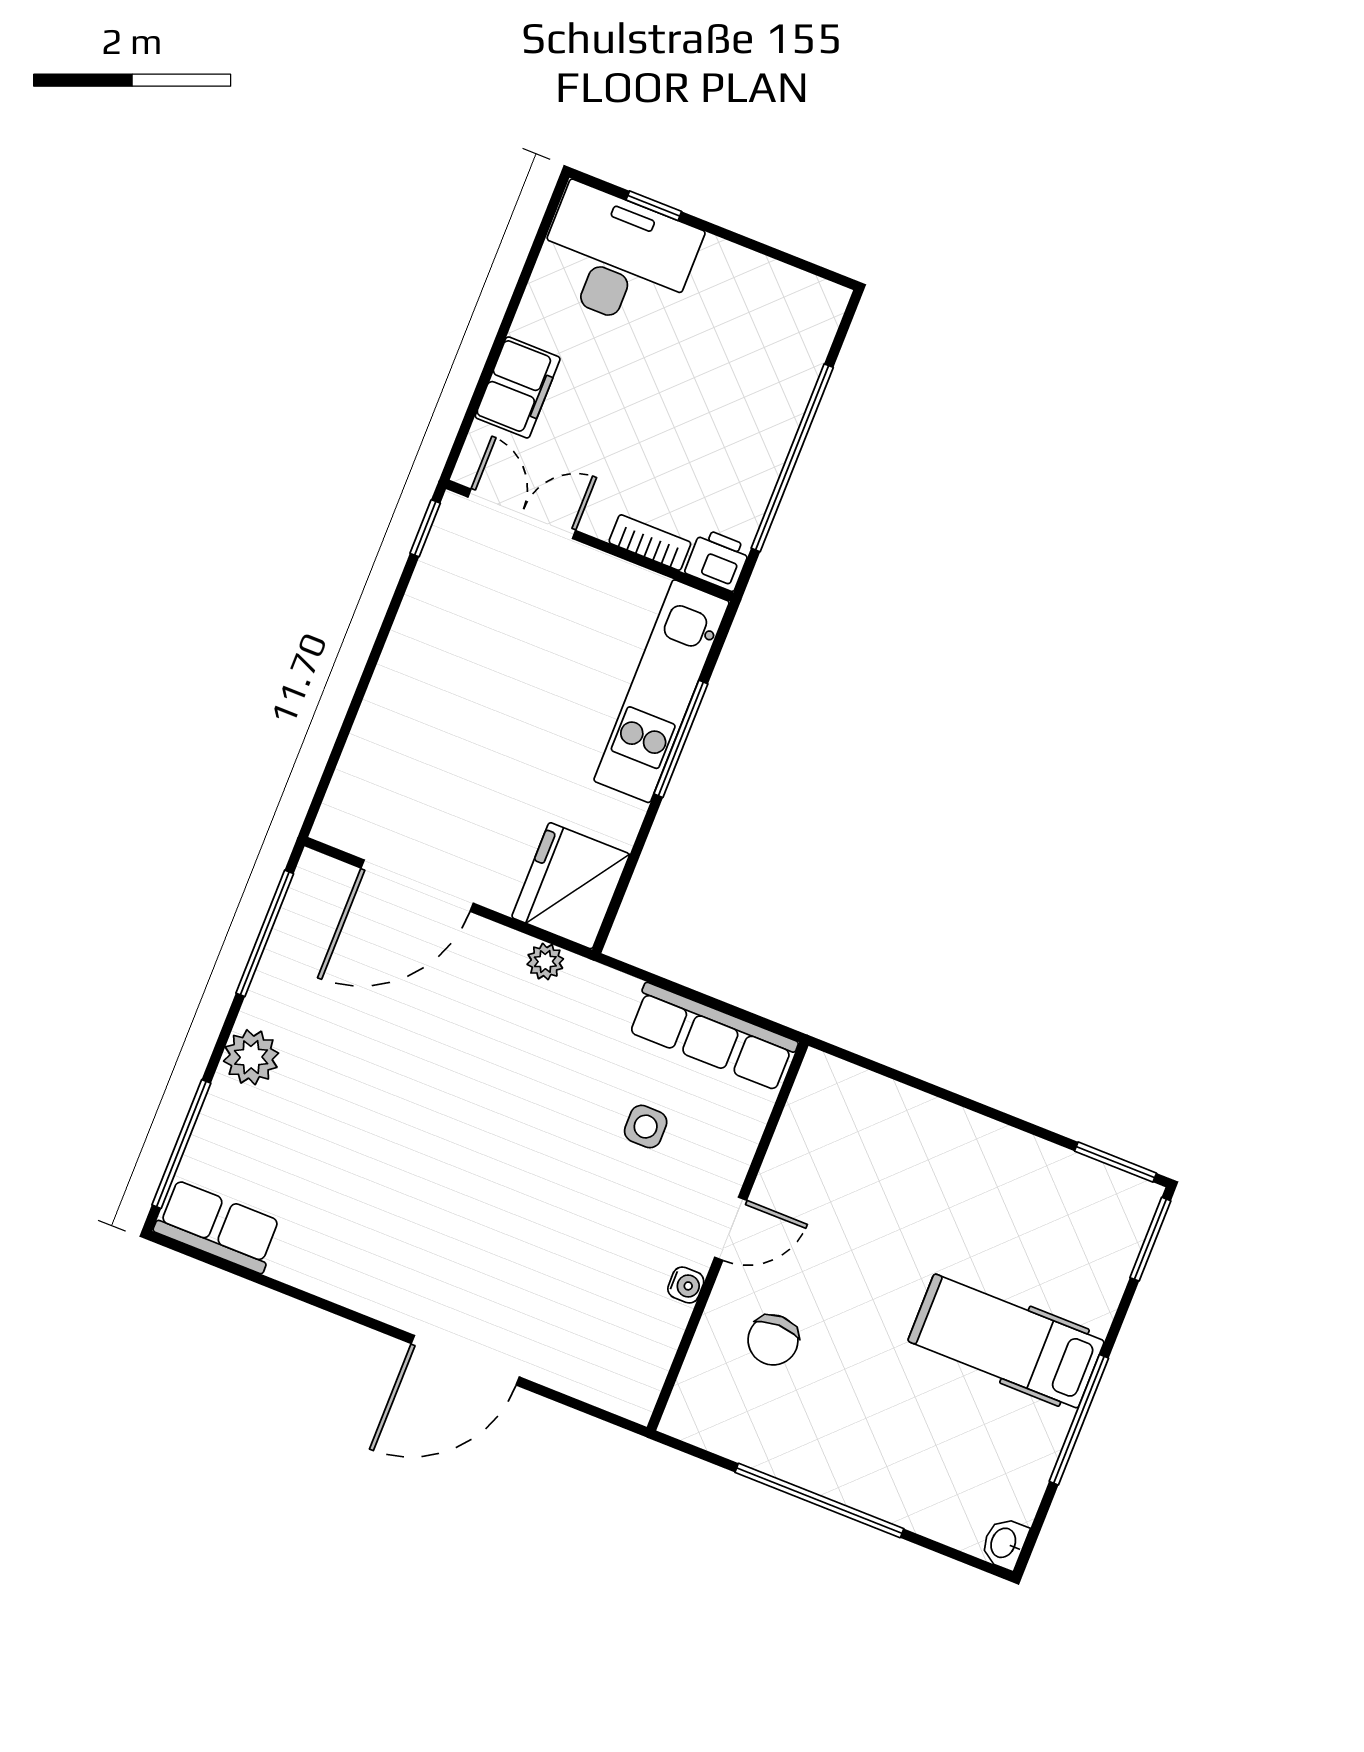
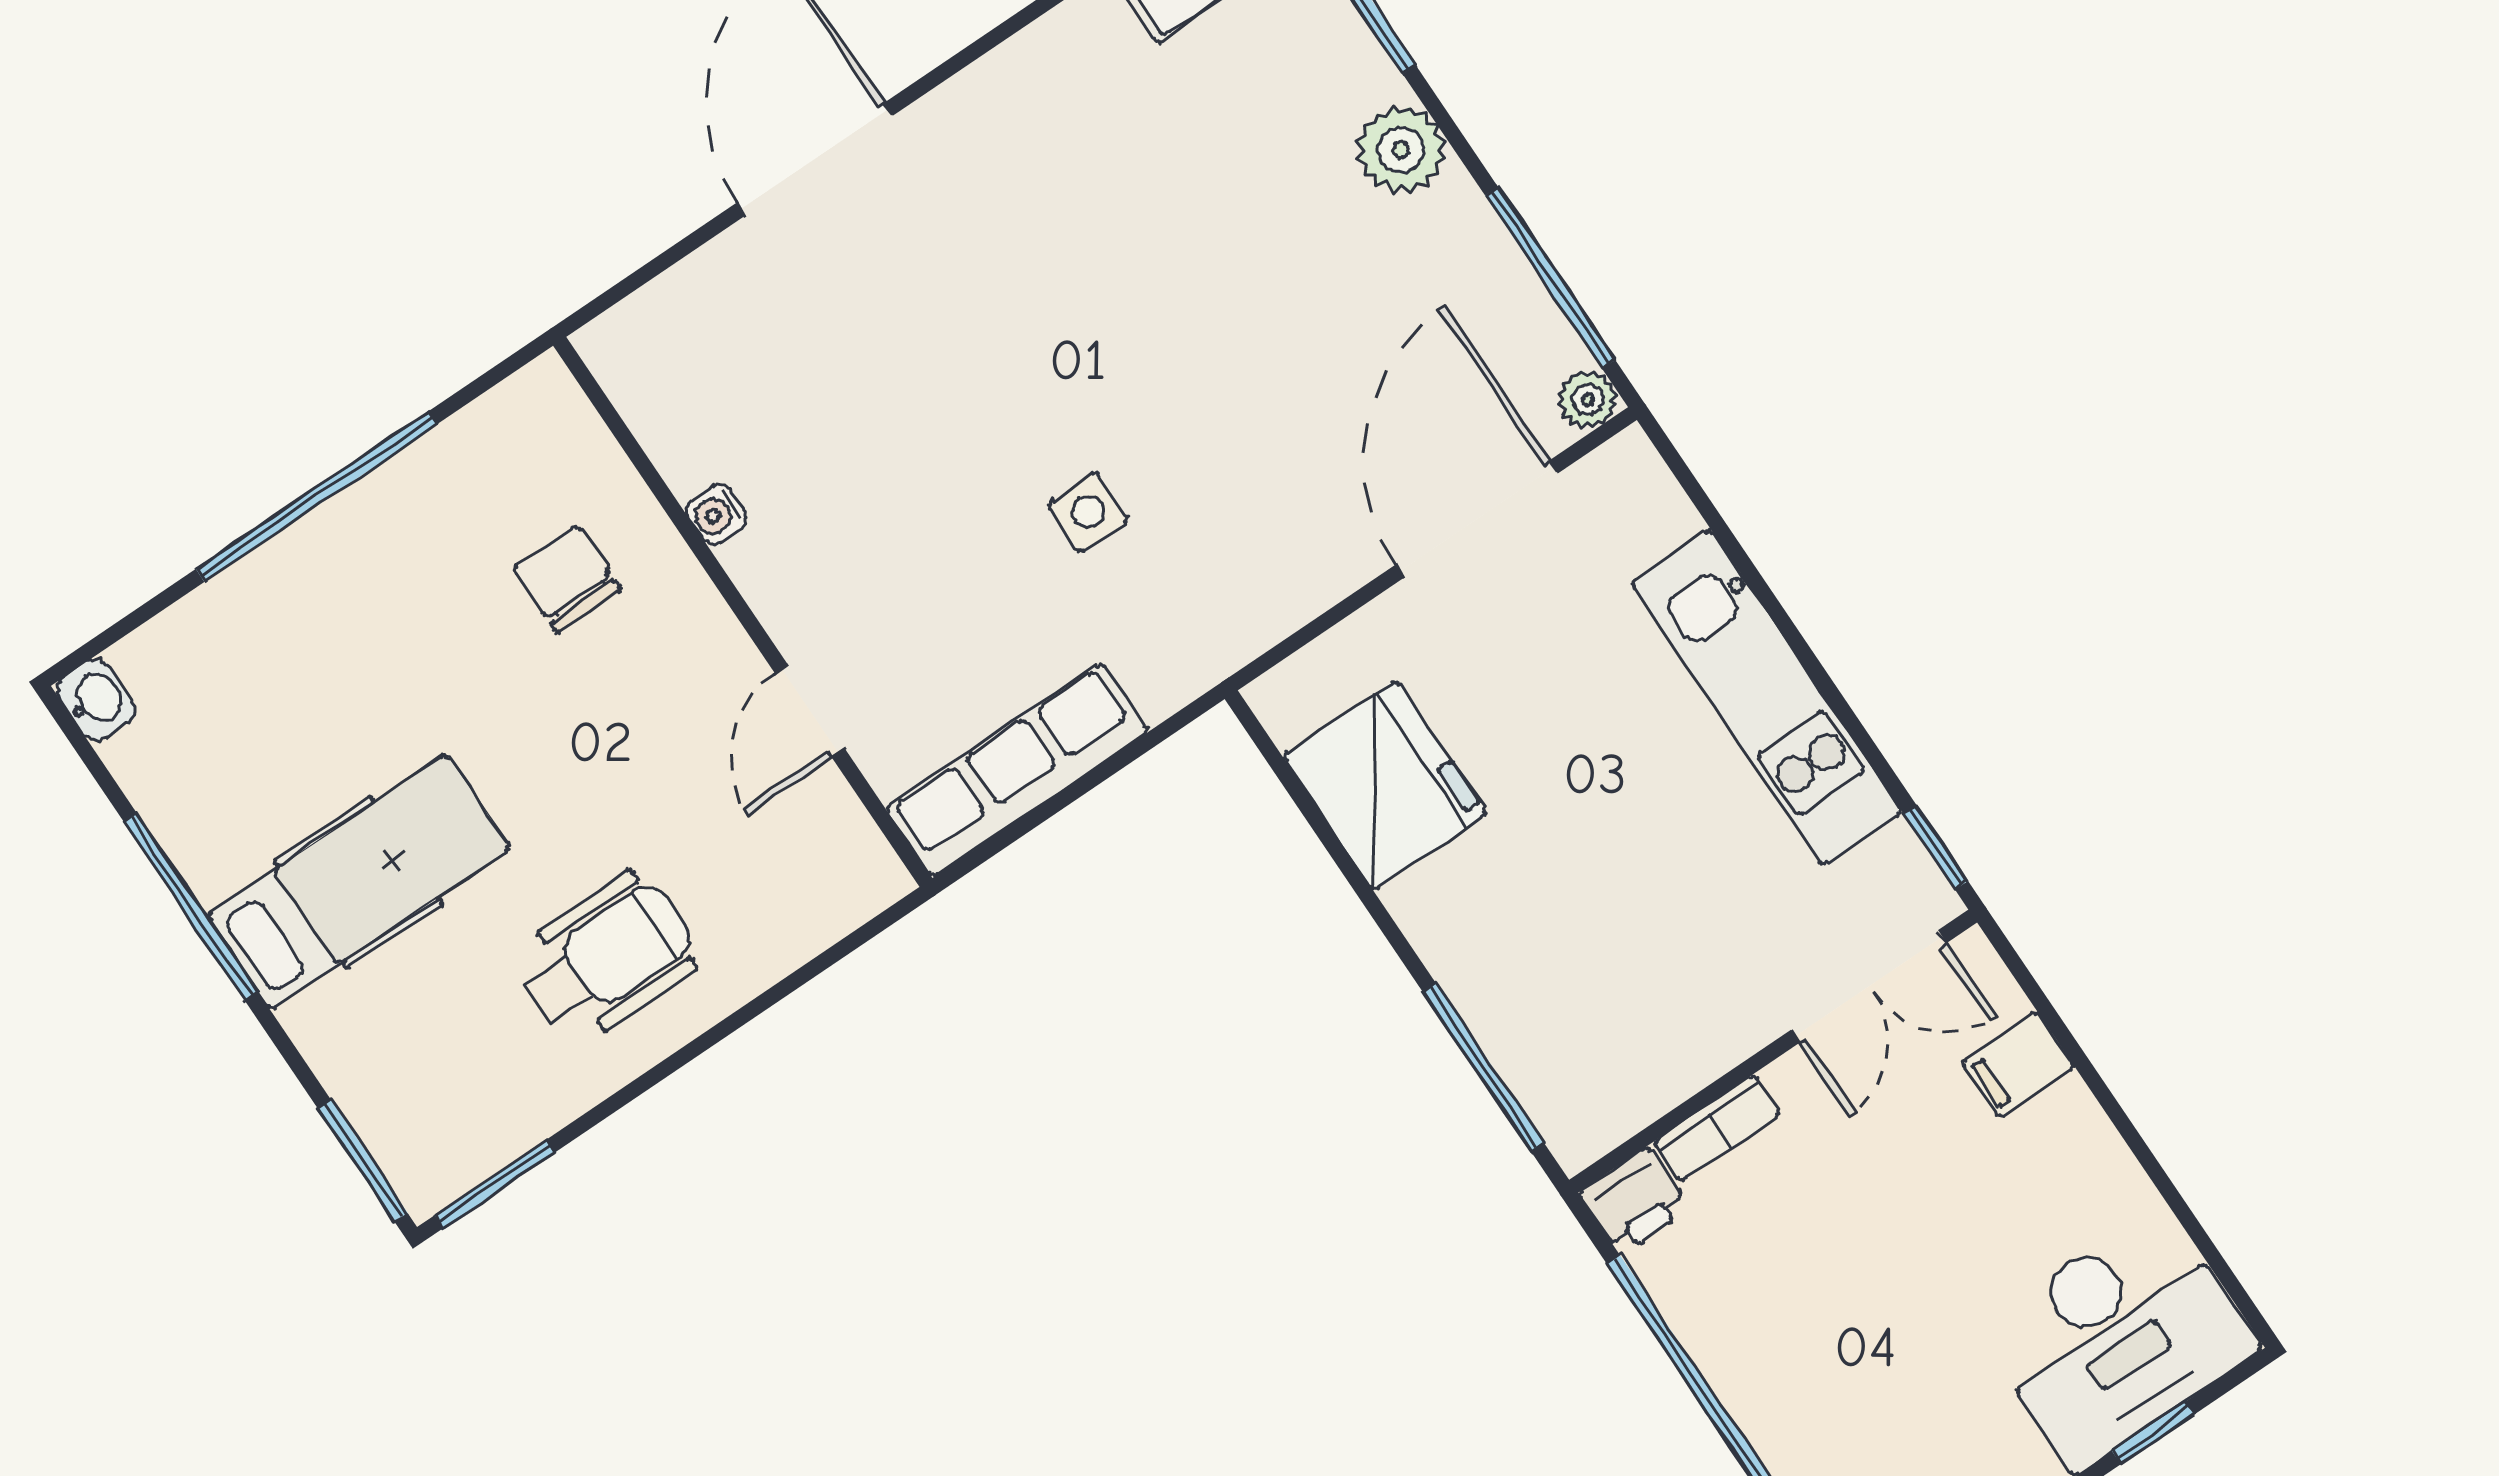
filing cabinet: (518, 387) -> (2018, 1065), width x0.50
kitchen unit: (662, 691) -> (1767, 698), moved, turned 180
window: (681, 739) -> (1483, 1067), moved
fridge: (571, 886) -> (1385, 785), moved
plant: (545, 962) -> (1588, 399), moved
side table: (646, 1127) -> (1088, 512), moved
wheelchair: (957, 1184) -> (607, 958), added
door: (731, 1229) -> (810, 711), moved

